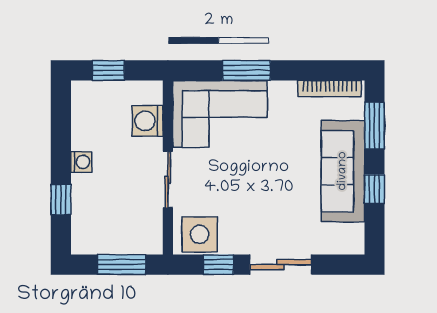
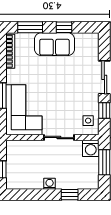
washing machine: (147, 121) -> (91, 148), moved
sofa: (343, 171) -> (54, 44), width x0.73
side table: (200, 234) -> (88, 121), width x0.54, depth x0.54

